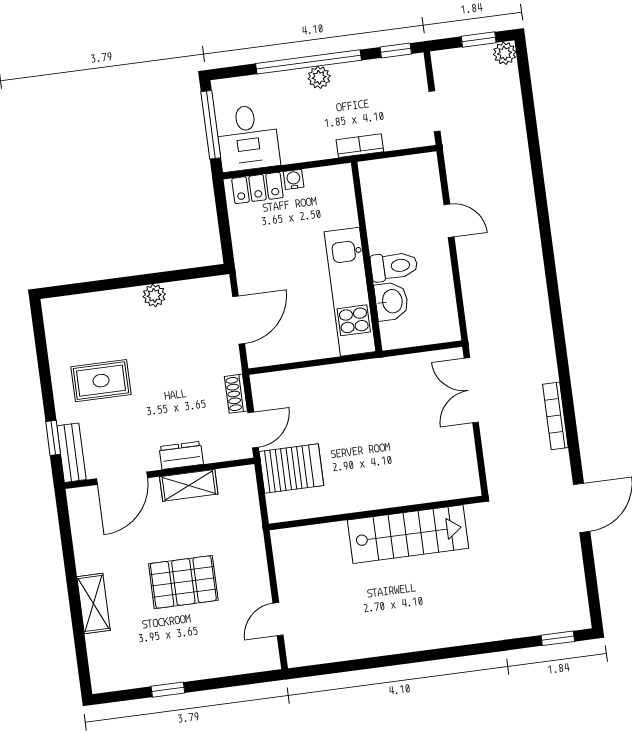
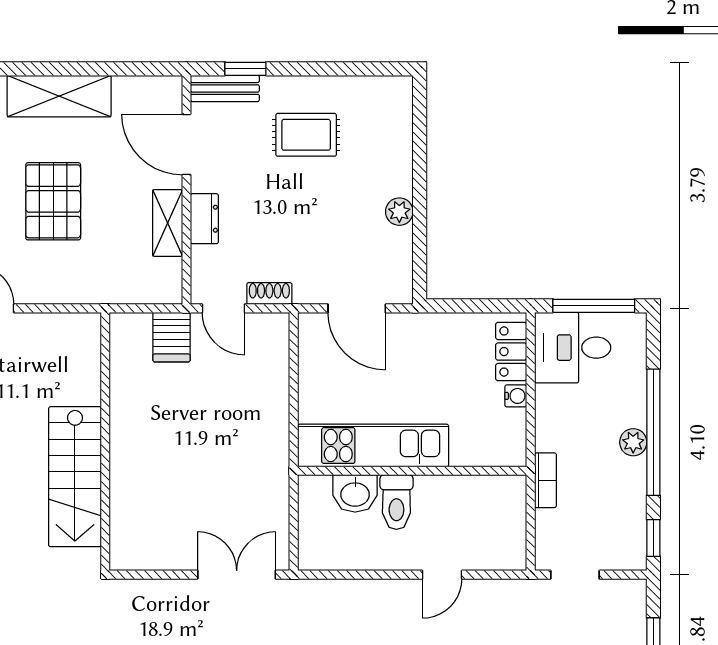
rug: (101, 381) -> (306, 135), turned 90
server rack: (291, 469) -> (171, 337), width x0.73, depth x0.70
shelving: (93, 603) -> (59, 96), width x1.50, depth x1.33

